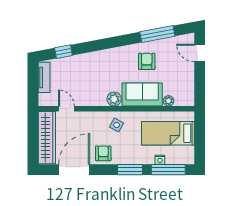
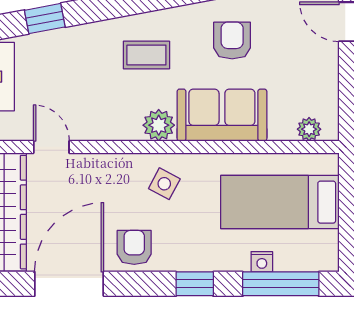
coffee table: (109, 68) -> (146, 55), added
plant: (169, 101) -> (309, 129), moved
window: (130, 170) -> (195, 284), width x0.67

